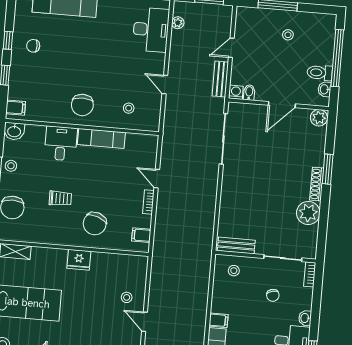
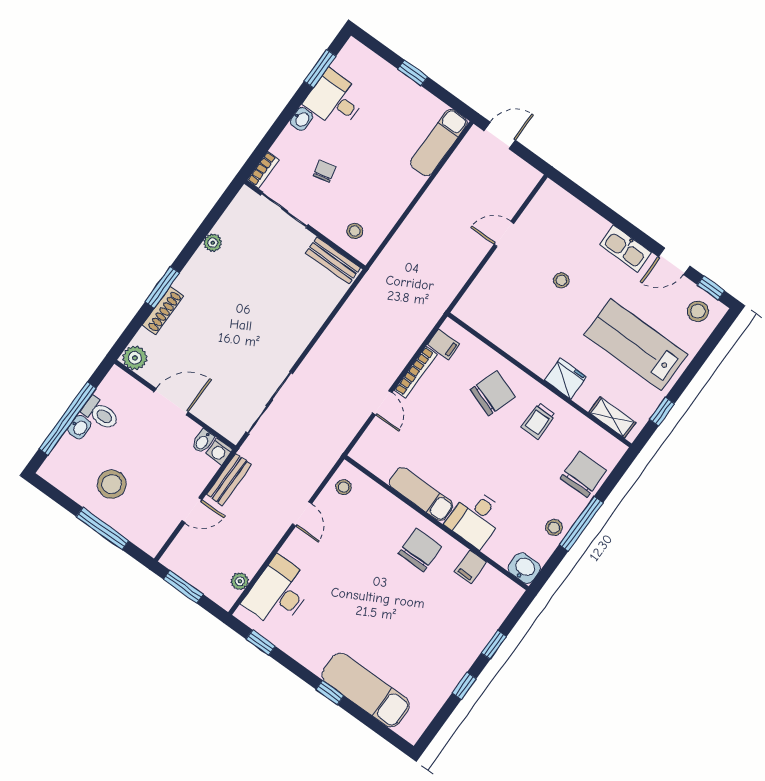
stool: (288, 35) -> (112, 484), width x1.89, depth x1.89
chair: (33, 46) -> (437, 660), removed
washbasin: (324, 89) -> (79, 427), moved
filing cabinet: (16, 108) -> (470, 567), moved, turned -90
stool: (129, 108) -> (344, 487), moved
shoe rack: (317, 184) -> (163, 310), moved
trolley: (60, 198) -> (538, 421), moved, turned -89
bookcase: (148, 202) -> (416, 372), width x1.56
plant: (308, 213) -> (213, 243), width x0.53, depth x0.53
fridge: (79, 260) -> (565, 379), moved
stool: (127, 297) -> (561, 280), moved
filing cabinet: (219, 320) -> (411, 181), removed
door: (144, 322) -> (504, 234), swing flipped

